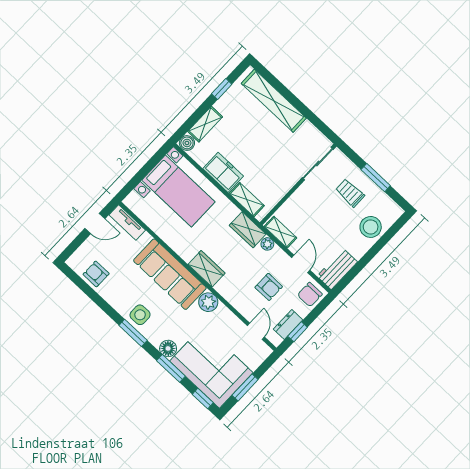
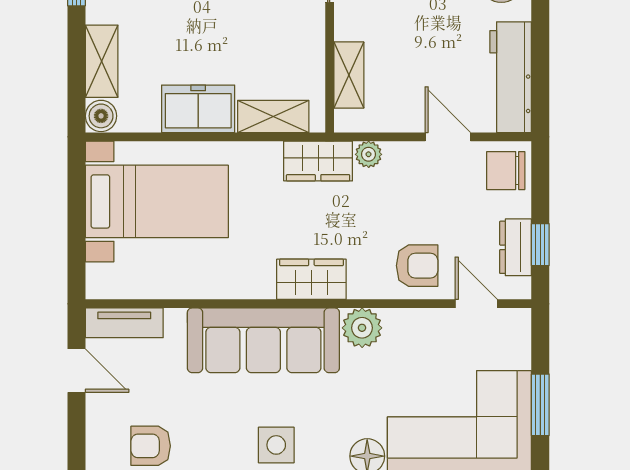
door: (95, 223) -> (76, 371), hinge flipped
shelving: (280, 232) -> (349, 75), moved, turned 90
workbench: (337, 269) -> (511, 77), width x1.37
armchair: (269, 287) -> (417, 266), moved
chair: (310, 295) -> (506, 171), turned 90

